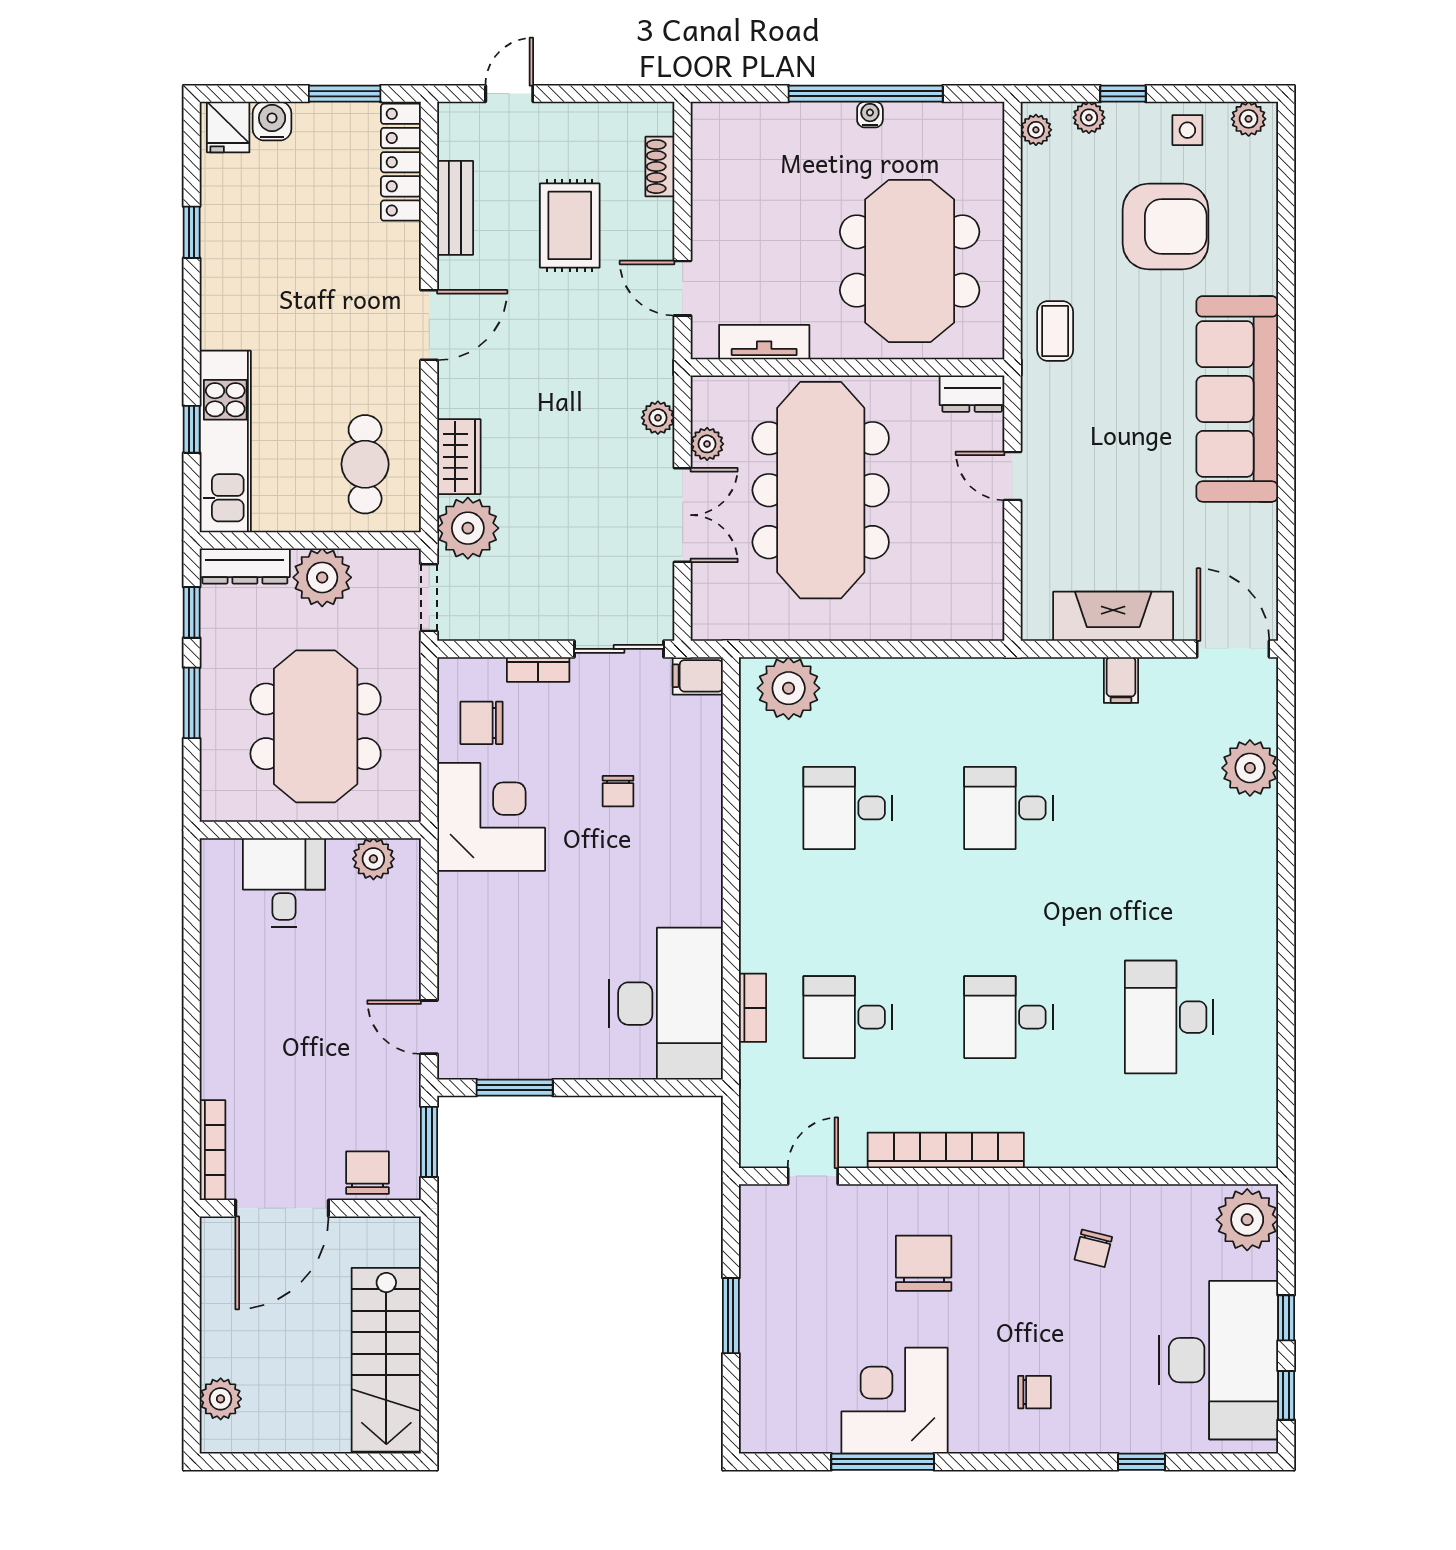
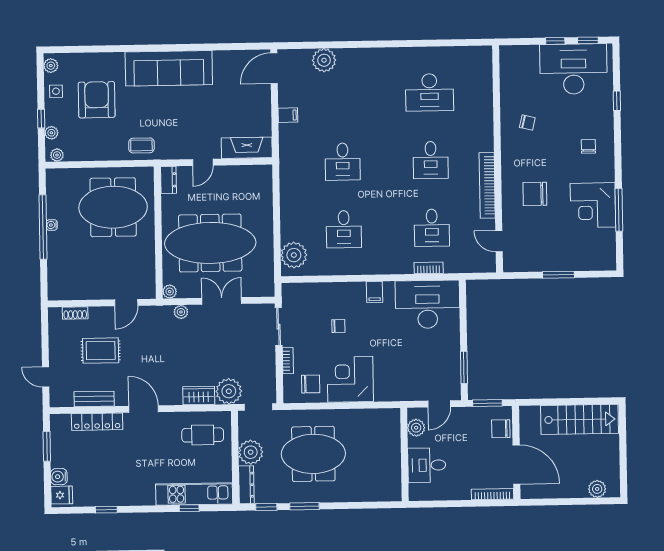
locker: (401, 162) -> (97, 422), moved
tv unit: (764, 342) -> (148, 268), removed
plant: (707, 444) -> (170, 292), moved
fireplace: (1113, 616) -> (247, 148), moved, turned 90
filing cabinet: (698, 676) -> (375, 292), moved
chair: (482, 723) -> (311, 384), turned -90
wall: (310, 830) -> (404, 454), moved
plant: (373, 859) -> (416, 428), moved
desk: (284, 883) -> (427, 465), moved
plant: (1247, 1220) -> (514, 58), removed

